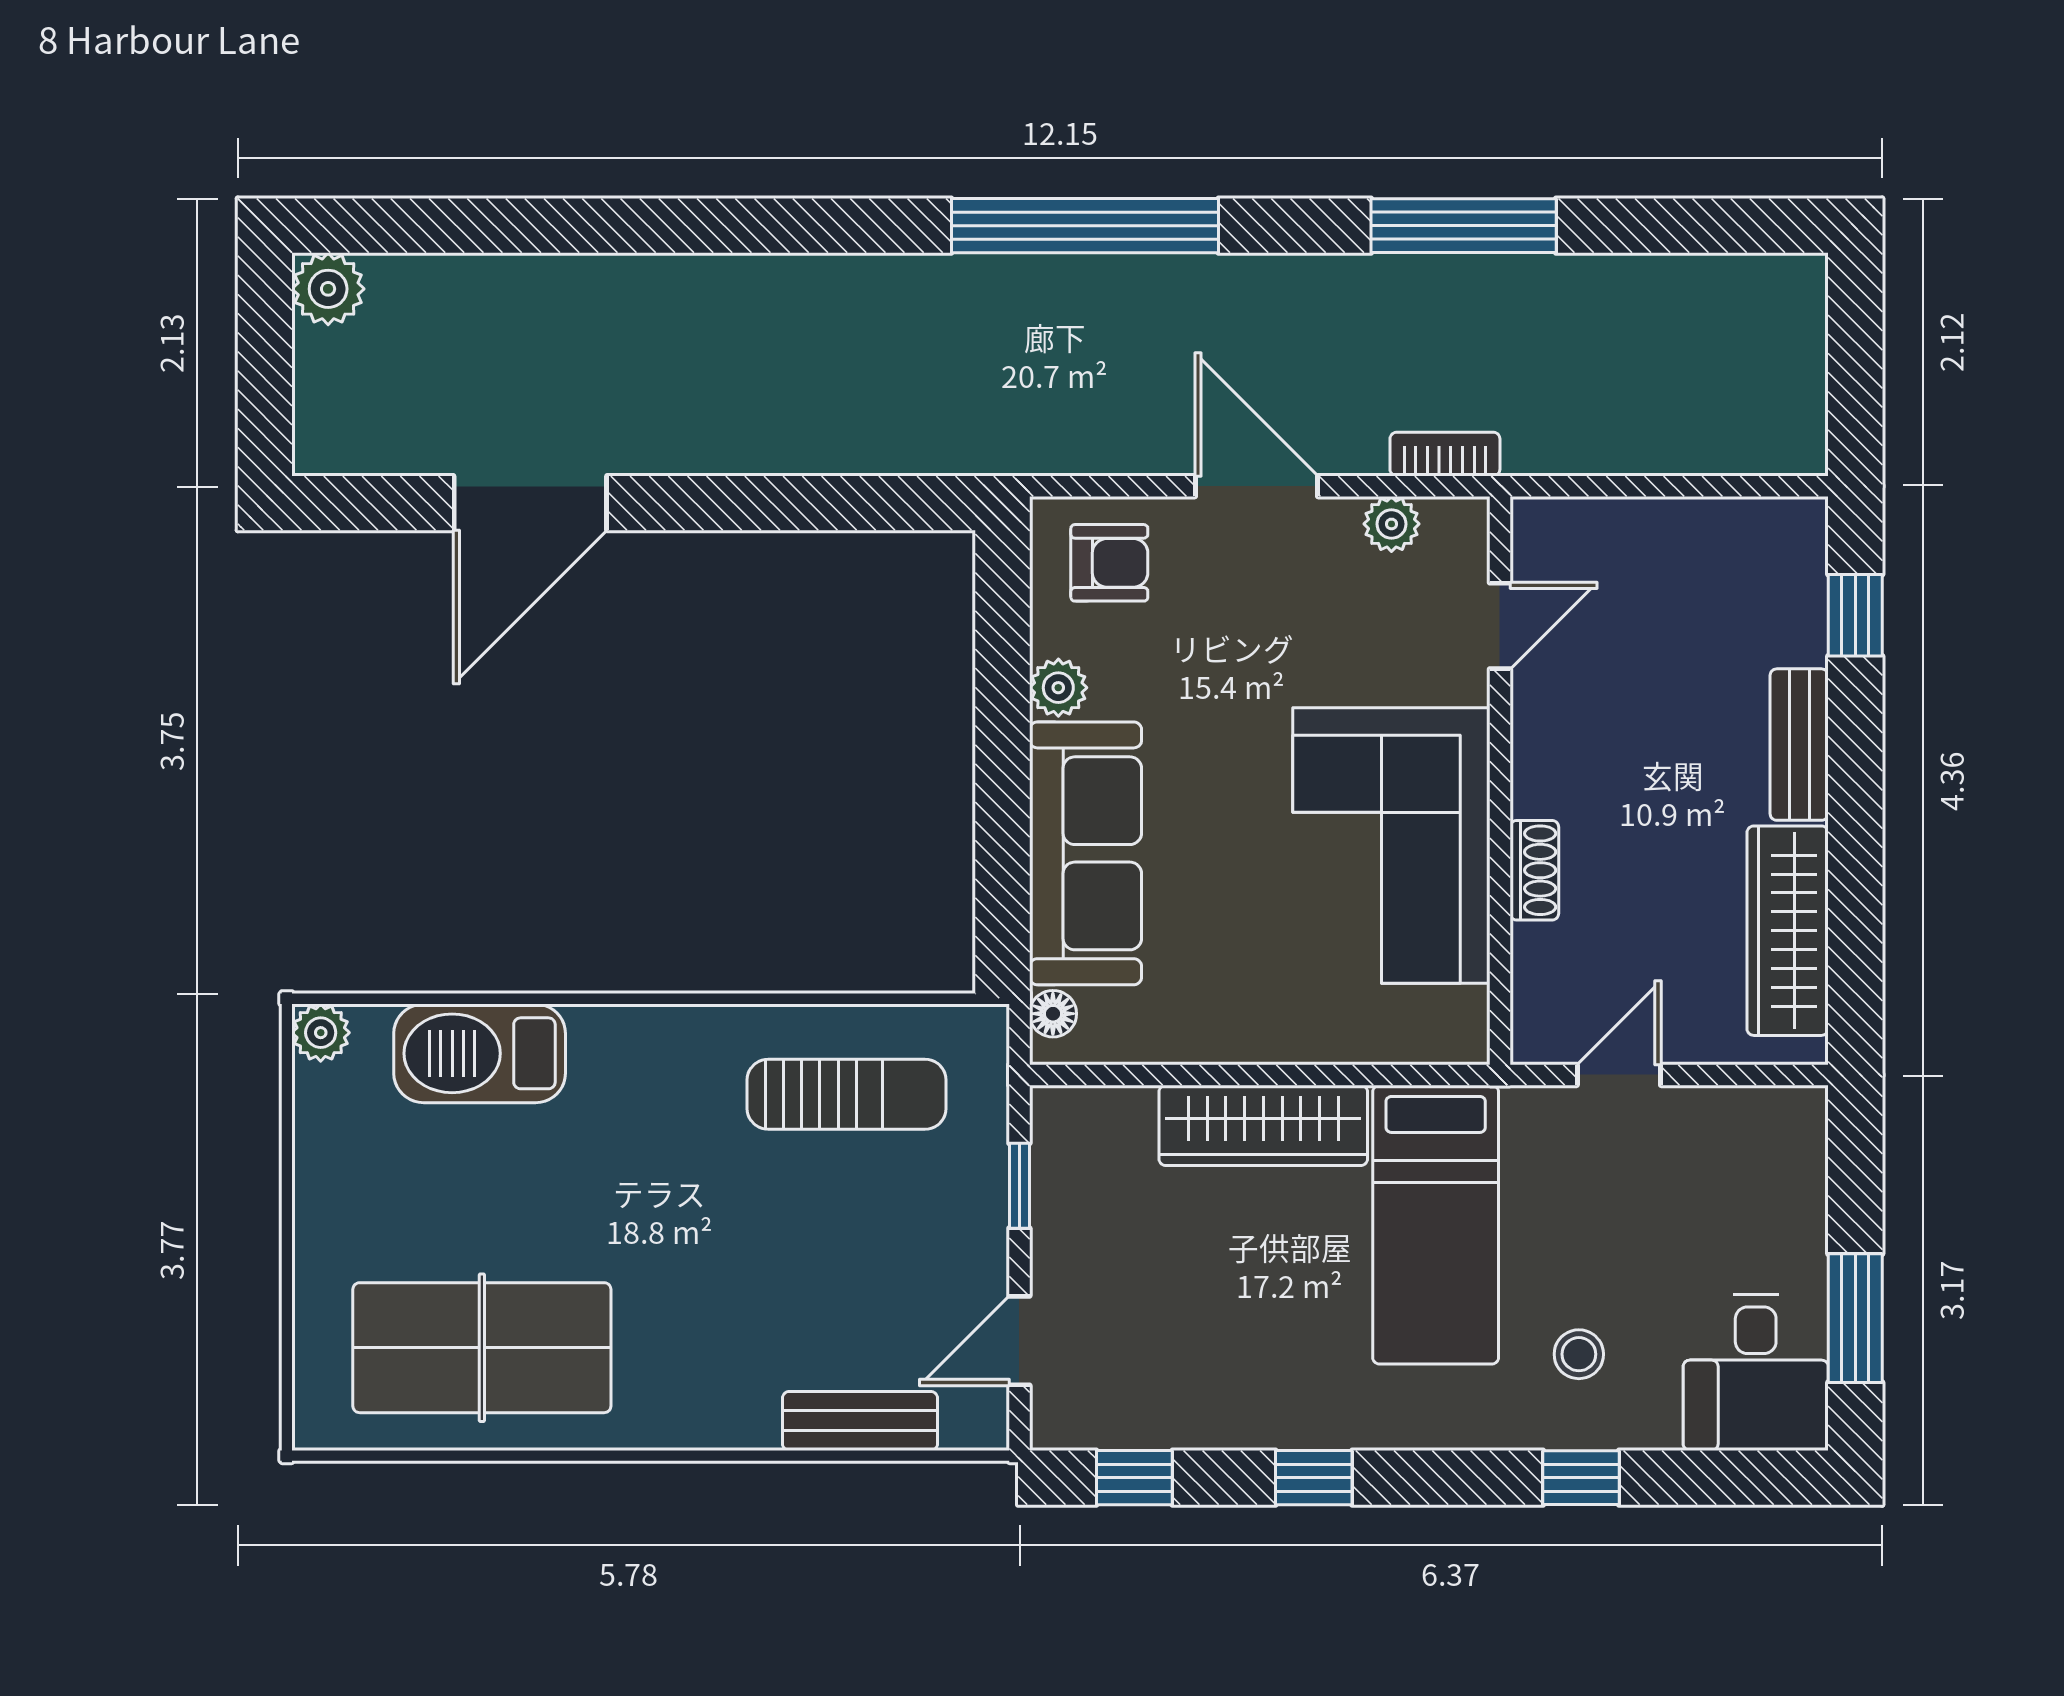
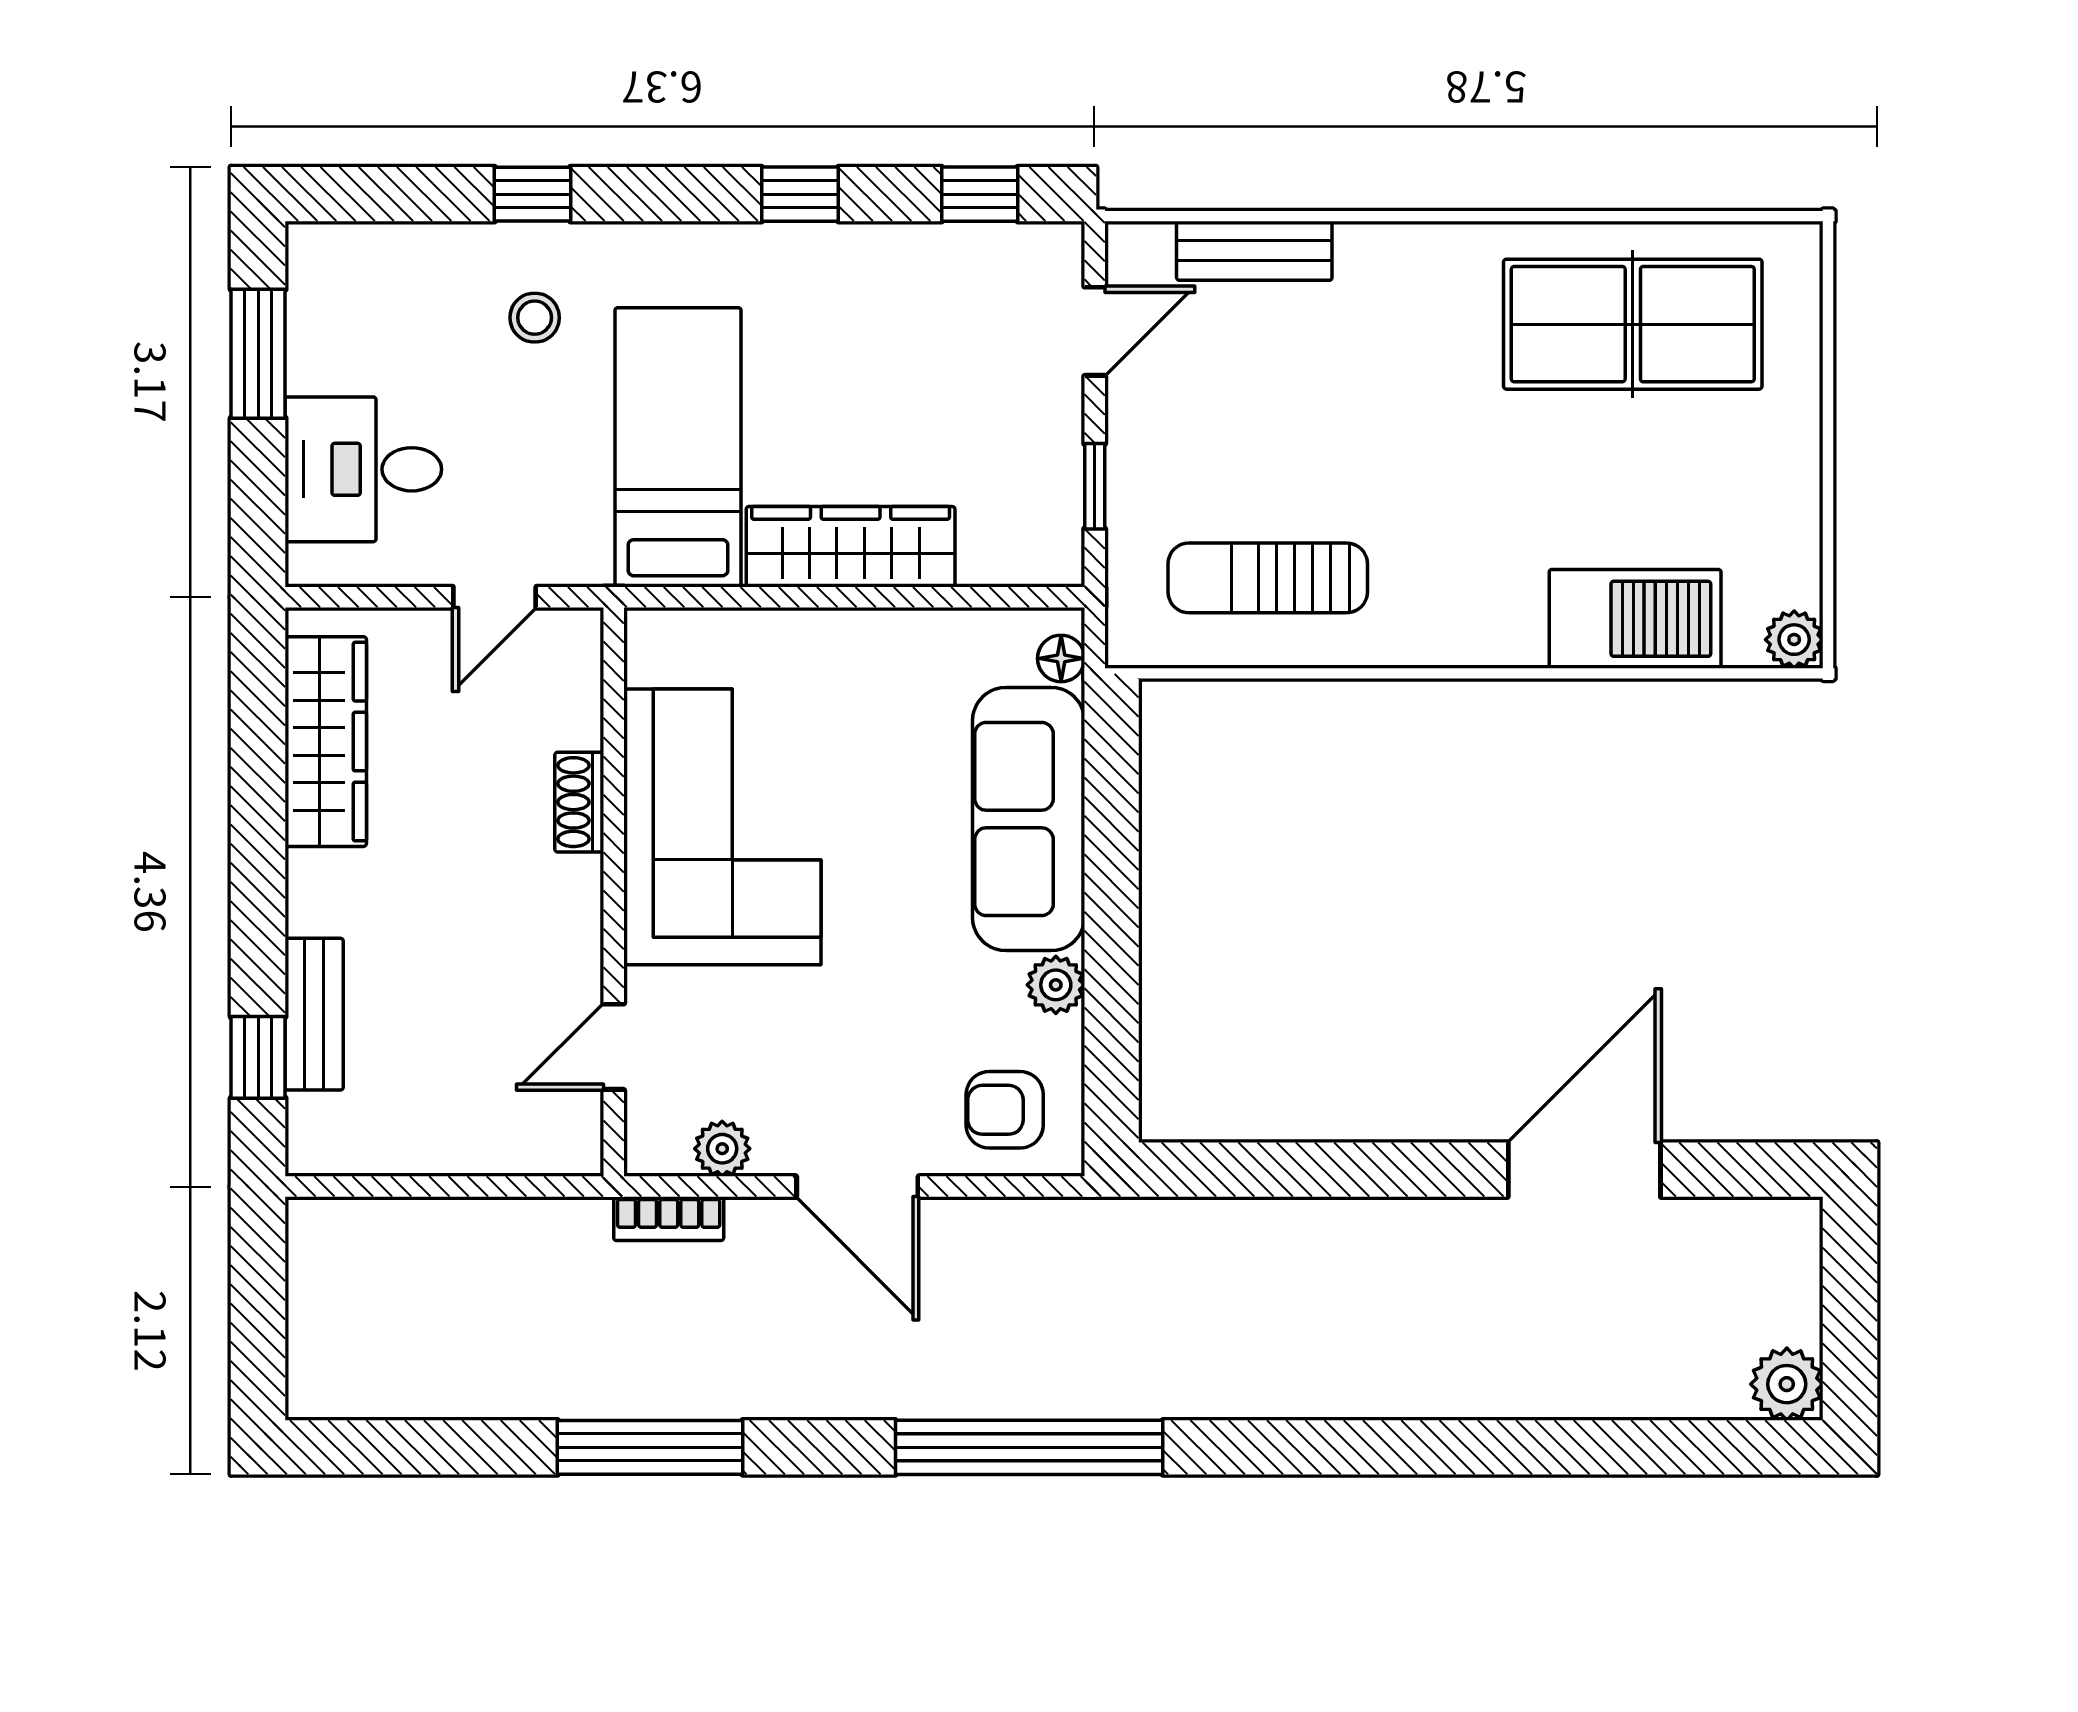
bench: (1799, 745) -> (314, 1014), moved
desk: (1756, 1372) -> (363, 469), moved, turned -90

